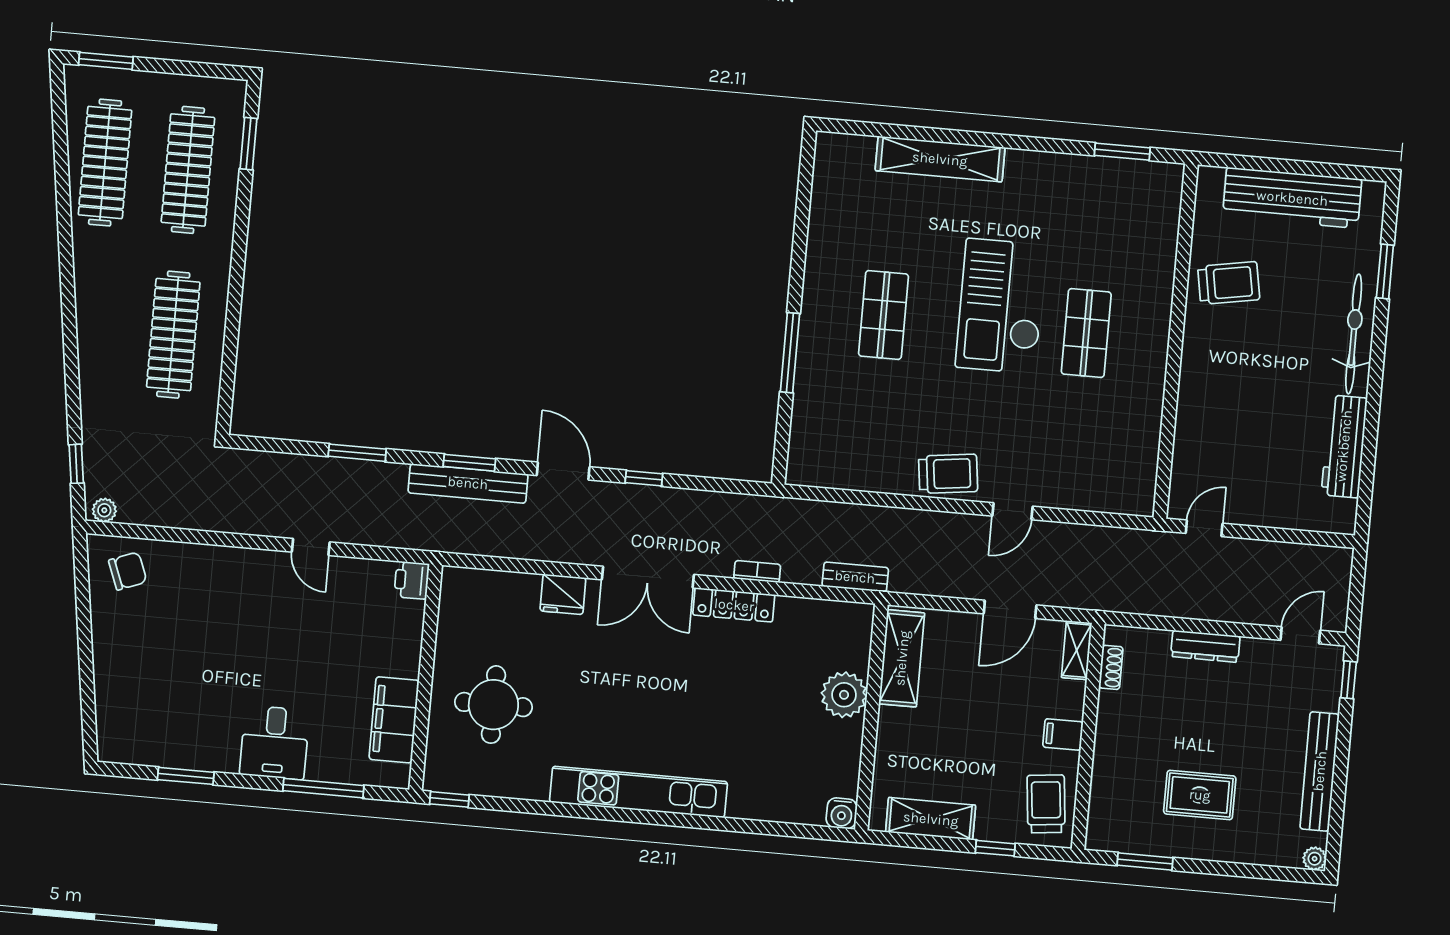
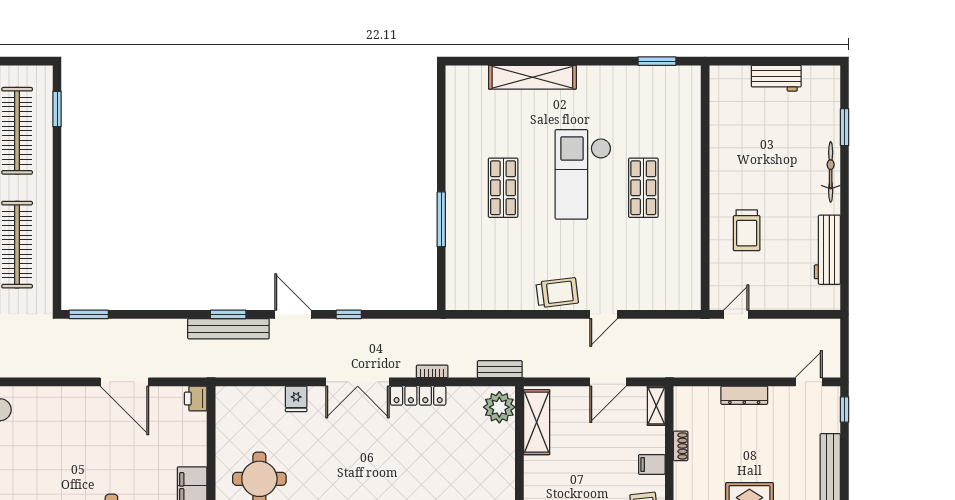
workbench: (1292, 198) -> (776, 78), width x0.53, depth x0.76
trolley: (1229, 283) -> (747, 230), moved, turned 100
bicycle: (1354, 334) -> (831, 172), width x0.73, depth x0.71
window: (357, 453) -> (89, 314), moved
door: (311, 547) -> (124, 382), width x1.88
fridge: (563, 594) -> (296, 399), width x0.72
shoe rack: (1111, 667) -> (681, 446), moved
plant: (844, 695) -> (499, 407), moved

